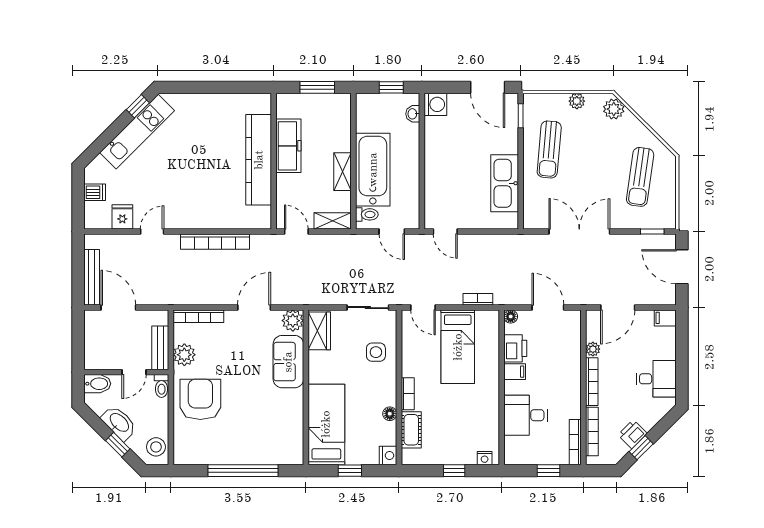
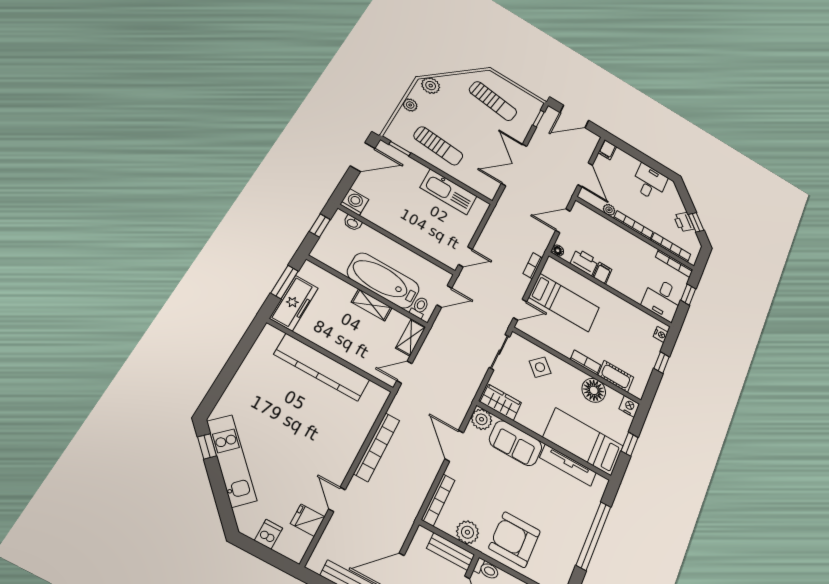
freezer: (288, 146) -> (294, 303), moved, turned 90
side table: (376, 352) -> (540, 367), turned 45
floor lamp: (390, 414) -> (594, 390), width x1.89, depth x1.89
desk: (526, 415) -> (662, 299), moved
tv unit: (295, 419) -> (568, 465), added

